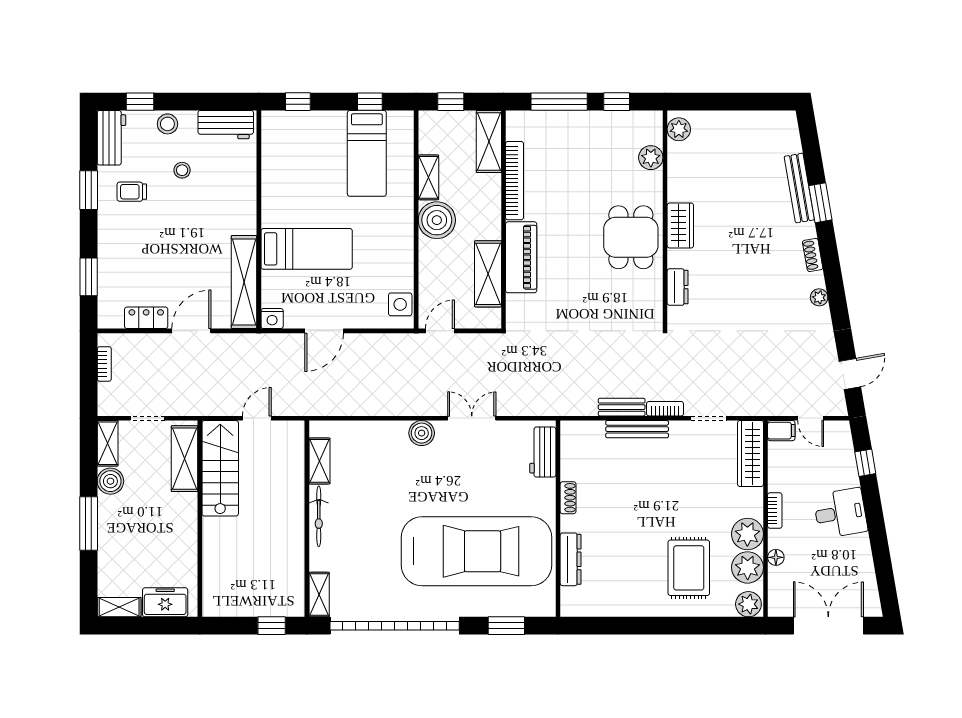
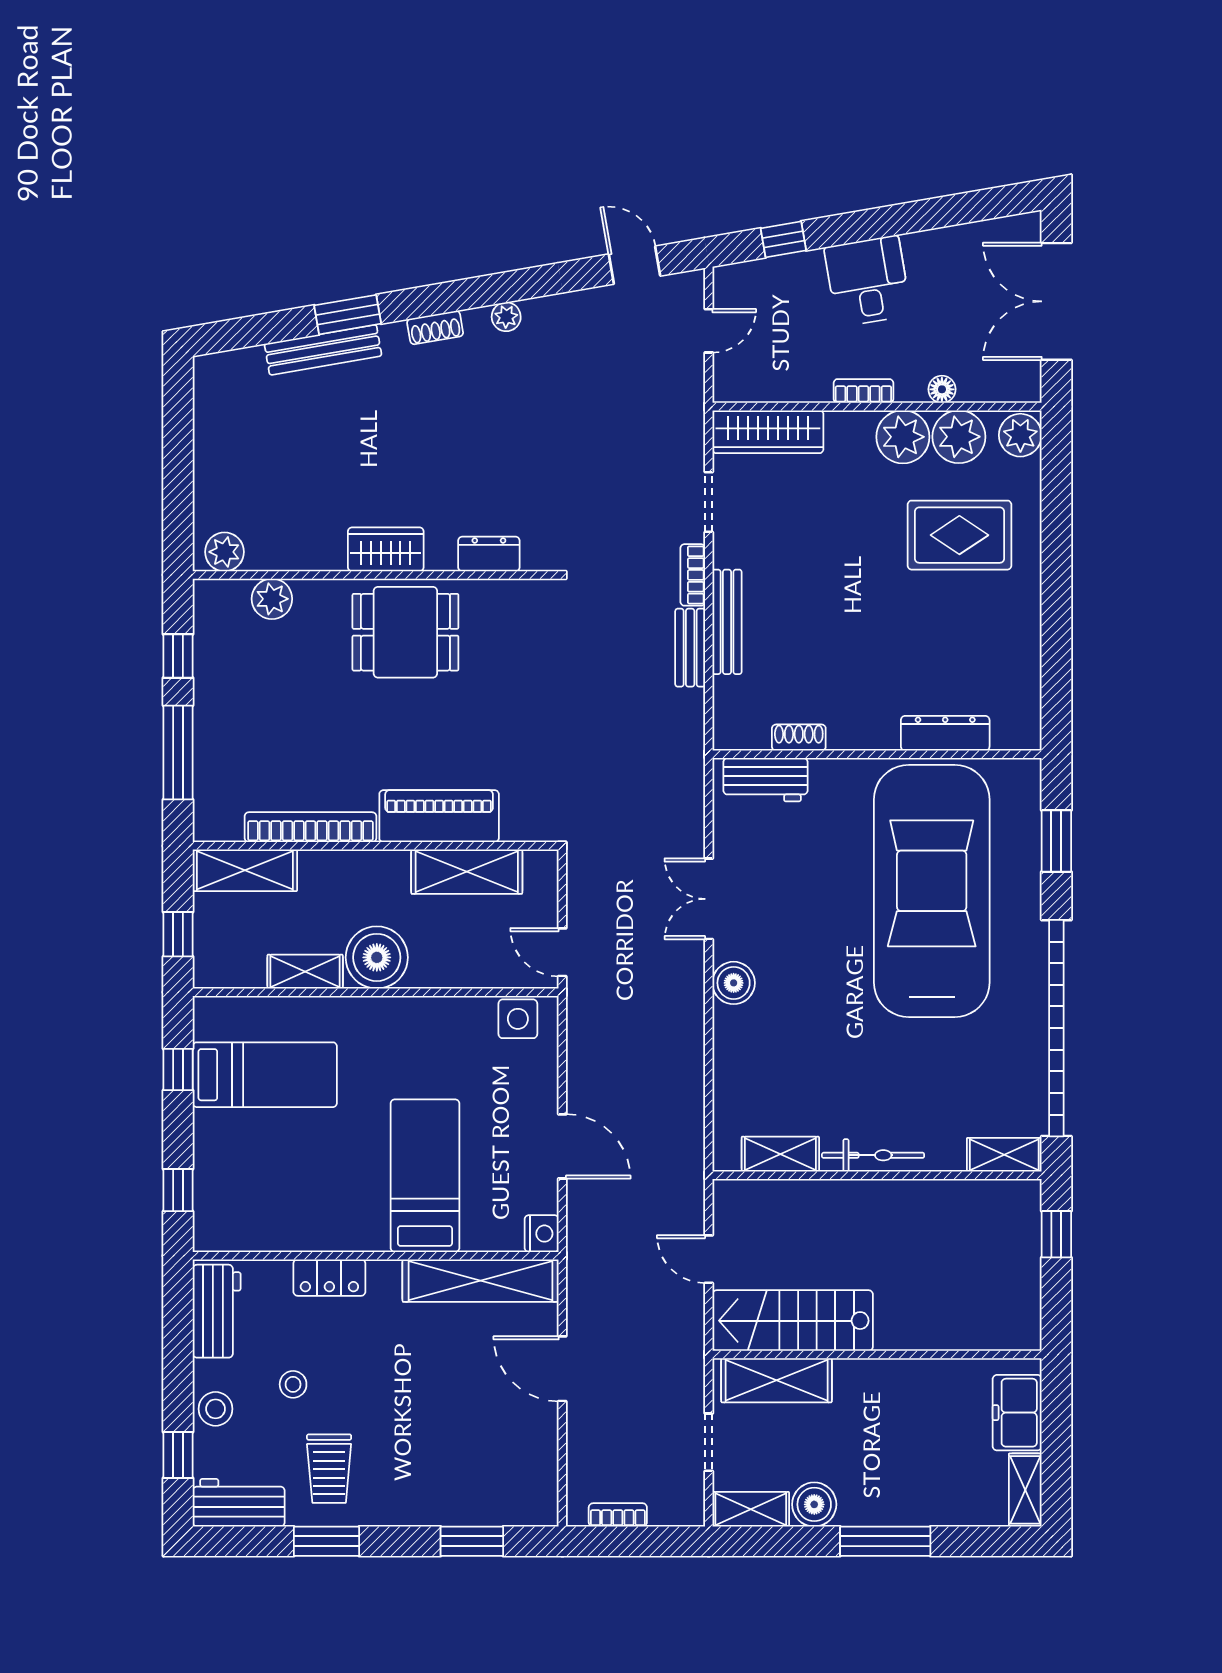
trolley: (132, 192) -> (329, 1469), width x1.36, depth x1.39
locker: (146, 318) -> (329, 1278), moved, turned -90
filing cabinet: (781, 431) -> (729, 380), removed
shoe rack: (568, 498) -> (799, 738), moved

